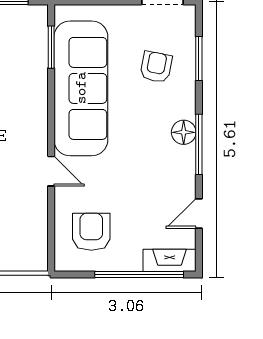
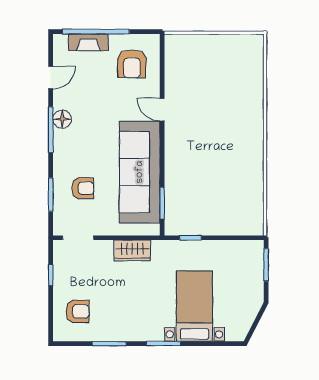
armchair: (156, 67) -> (83, 188), turned -101
floor lamp: (184, 132) -> (62, 119), moved
fireplace: (170, 260) -> (88, 42), moved

